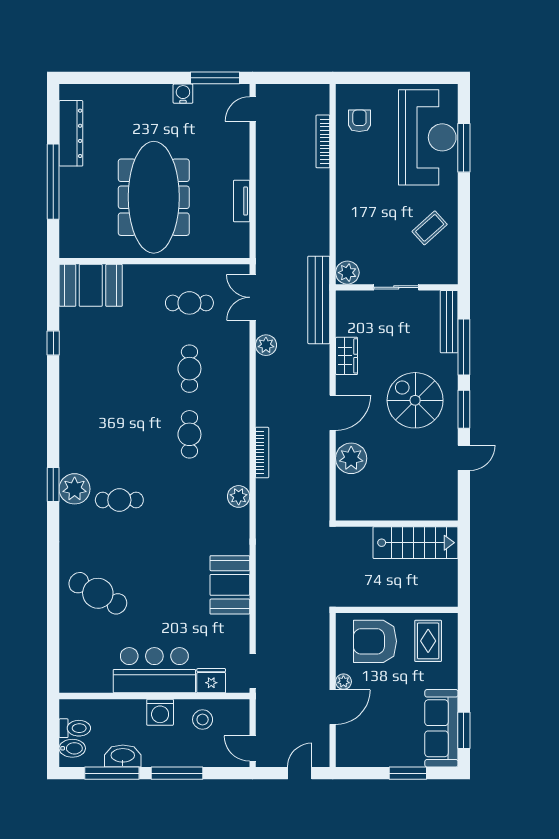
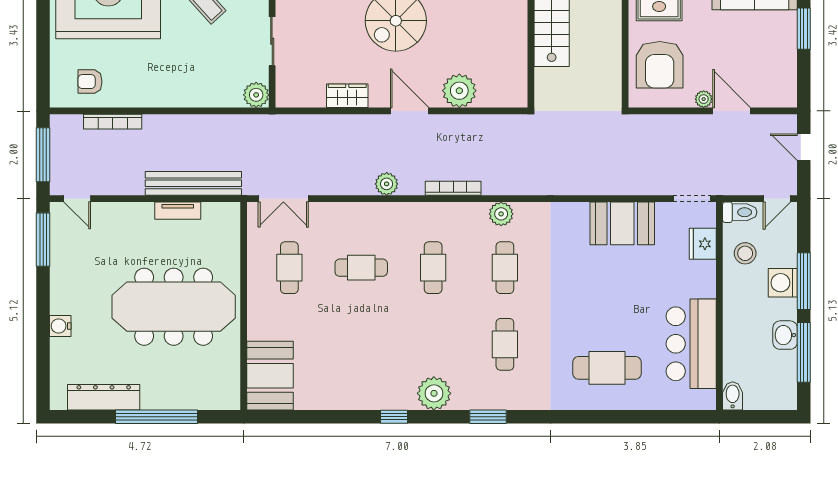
window: (293, 78) -> (43, 155), added
water cooler: (183, 94) -> (60, 326), moved
bench: (319, 300) -> (193, 183), moved
window: (53, 343) -> (394, 417), moved
plant: (266, 345) -> (387, 184), moved
cafe table: (189, 434) -> (433, 268), turned 90
plant: (75, 489) -> (434, 393), moved
cafe table: (189, 500) -> (505, 268), added
booth: (230, 585) -> (622, 223), moved
cafe table: (98, 593) -> (607, 368), turned 61
bar counter: (154, 670) -> (691, 344), moved
washing machine: (160, 712) -> (783, 283), moved, turned 180
toilet: (75, 728) -> (740, 212), moved, turned 90
bidet: (72, 748) -> (733, 396), moved
washbasin: (123, 756) -> (785, 335), width x0.72

